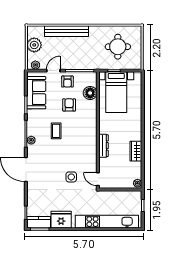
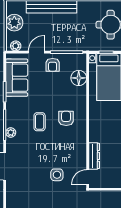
armchair: (69, 105) -> (66, 118), moved
dresser: (103, 146) -> (94, 156), moved
door: (98, 179) -> (88, 177), hinge flipped

